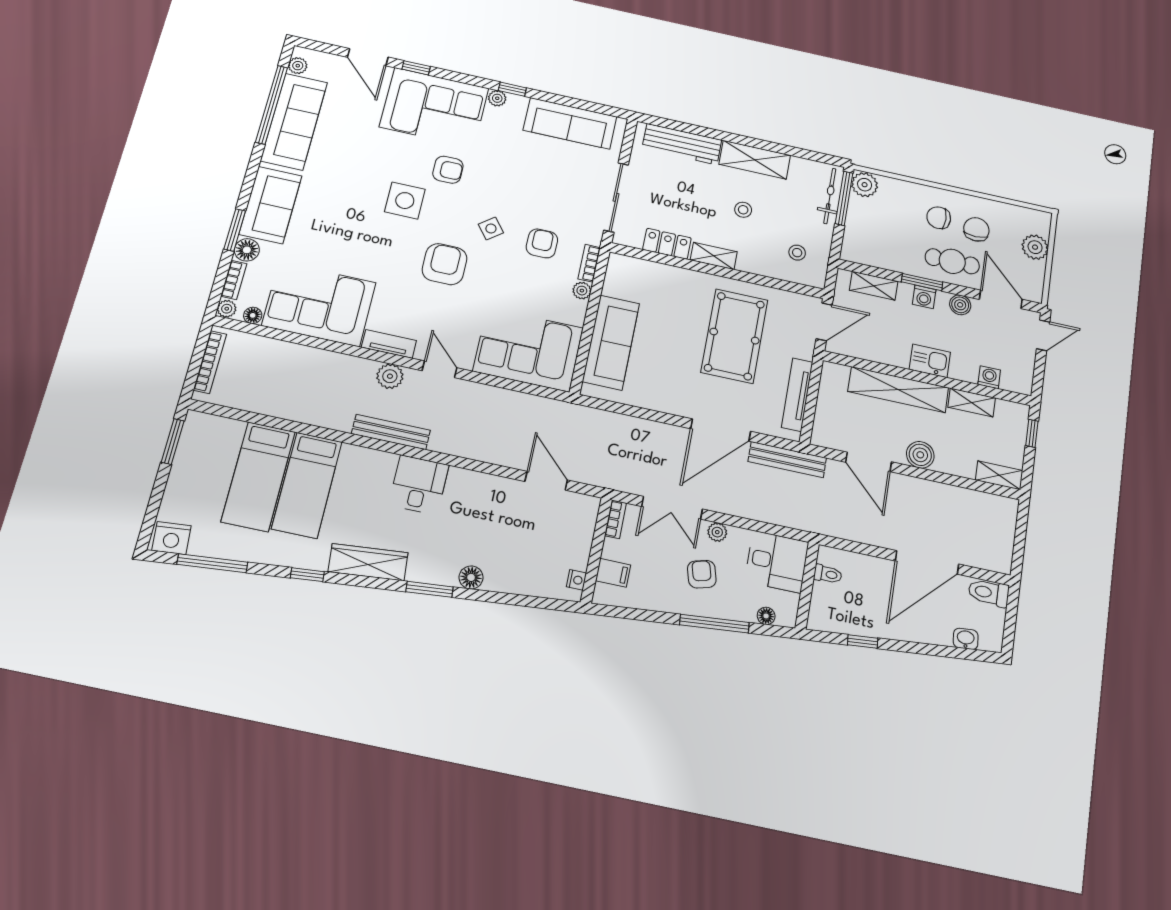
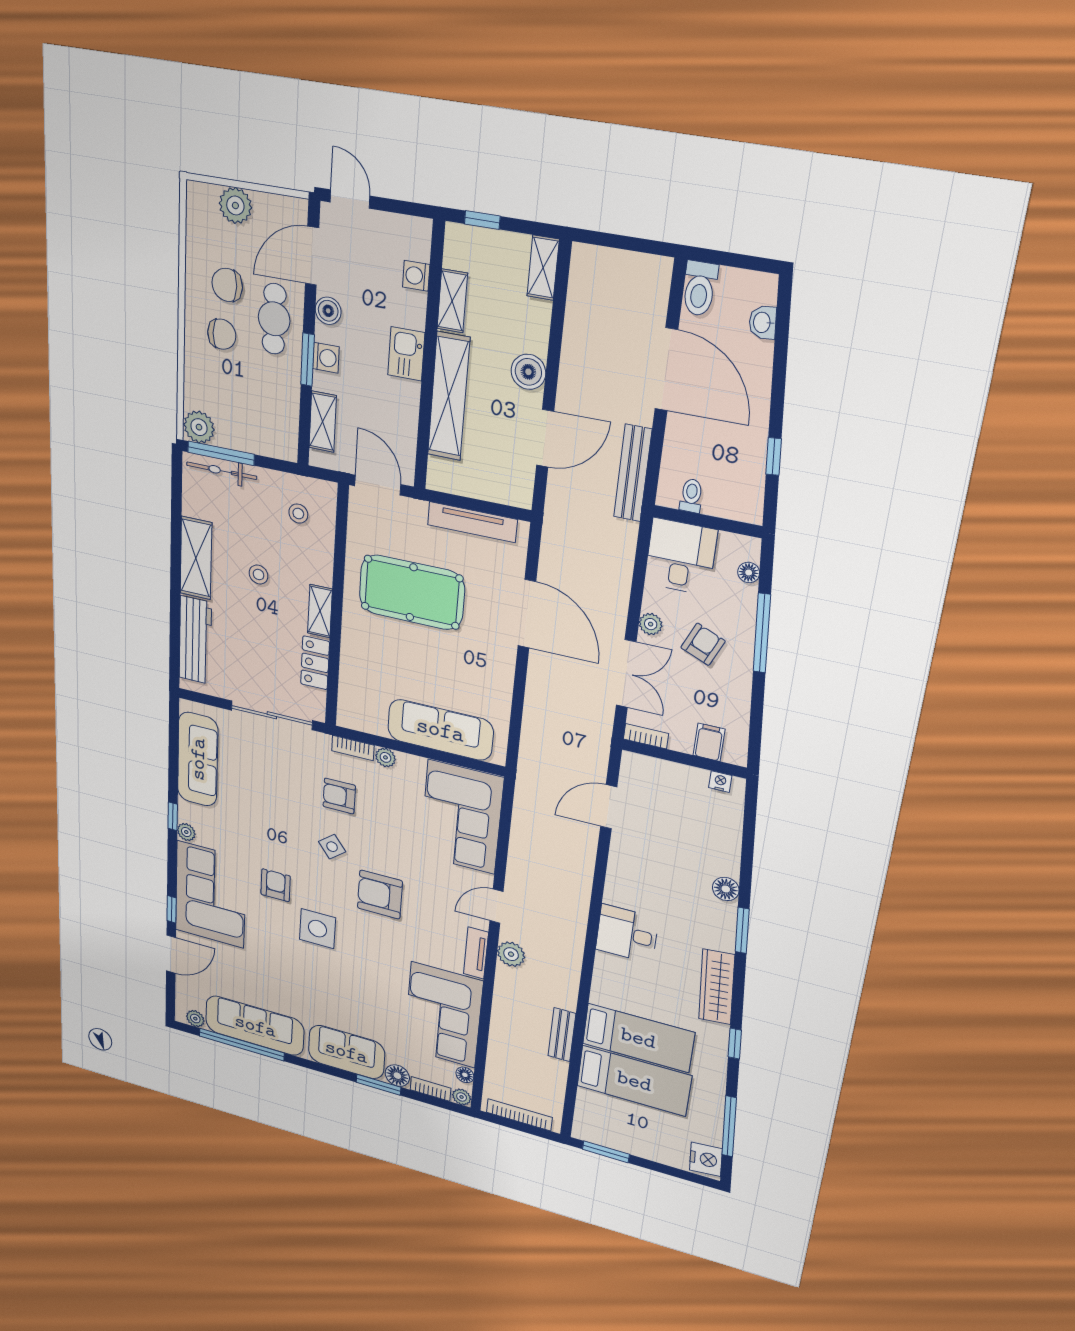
chair: (939, 218) -> (222, 334), turned -90
bench: (391, 432) -> (562, 1035), moved, width x0.73
bench: (787, 460) -> (633, 473), moved
armchair: (702, 574) -> (703, 644), turned 128

